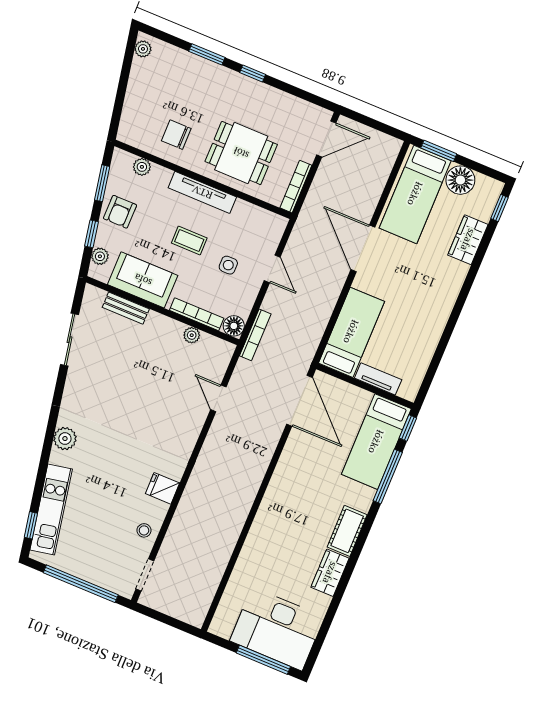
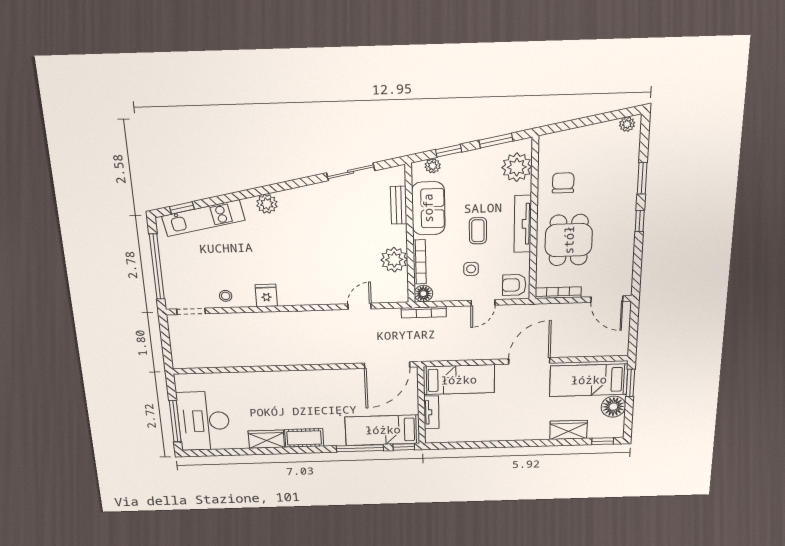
plant: (142, 167) -> (517, 167), width x1.88, depth x1.88
armchair: (120, 212) -> (514, 285), moved
plant: (192, 335) -> (394, 260), width x1.88, depth x1.88

